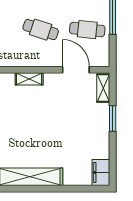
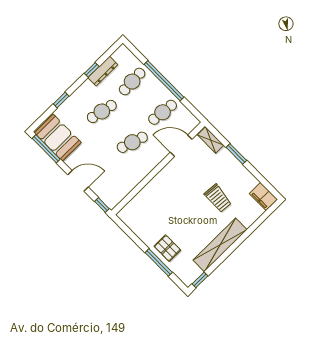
shelving: (29, 79) -> (156, 182), removed
trolley: (64, 139) -> (218, 198), added

